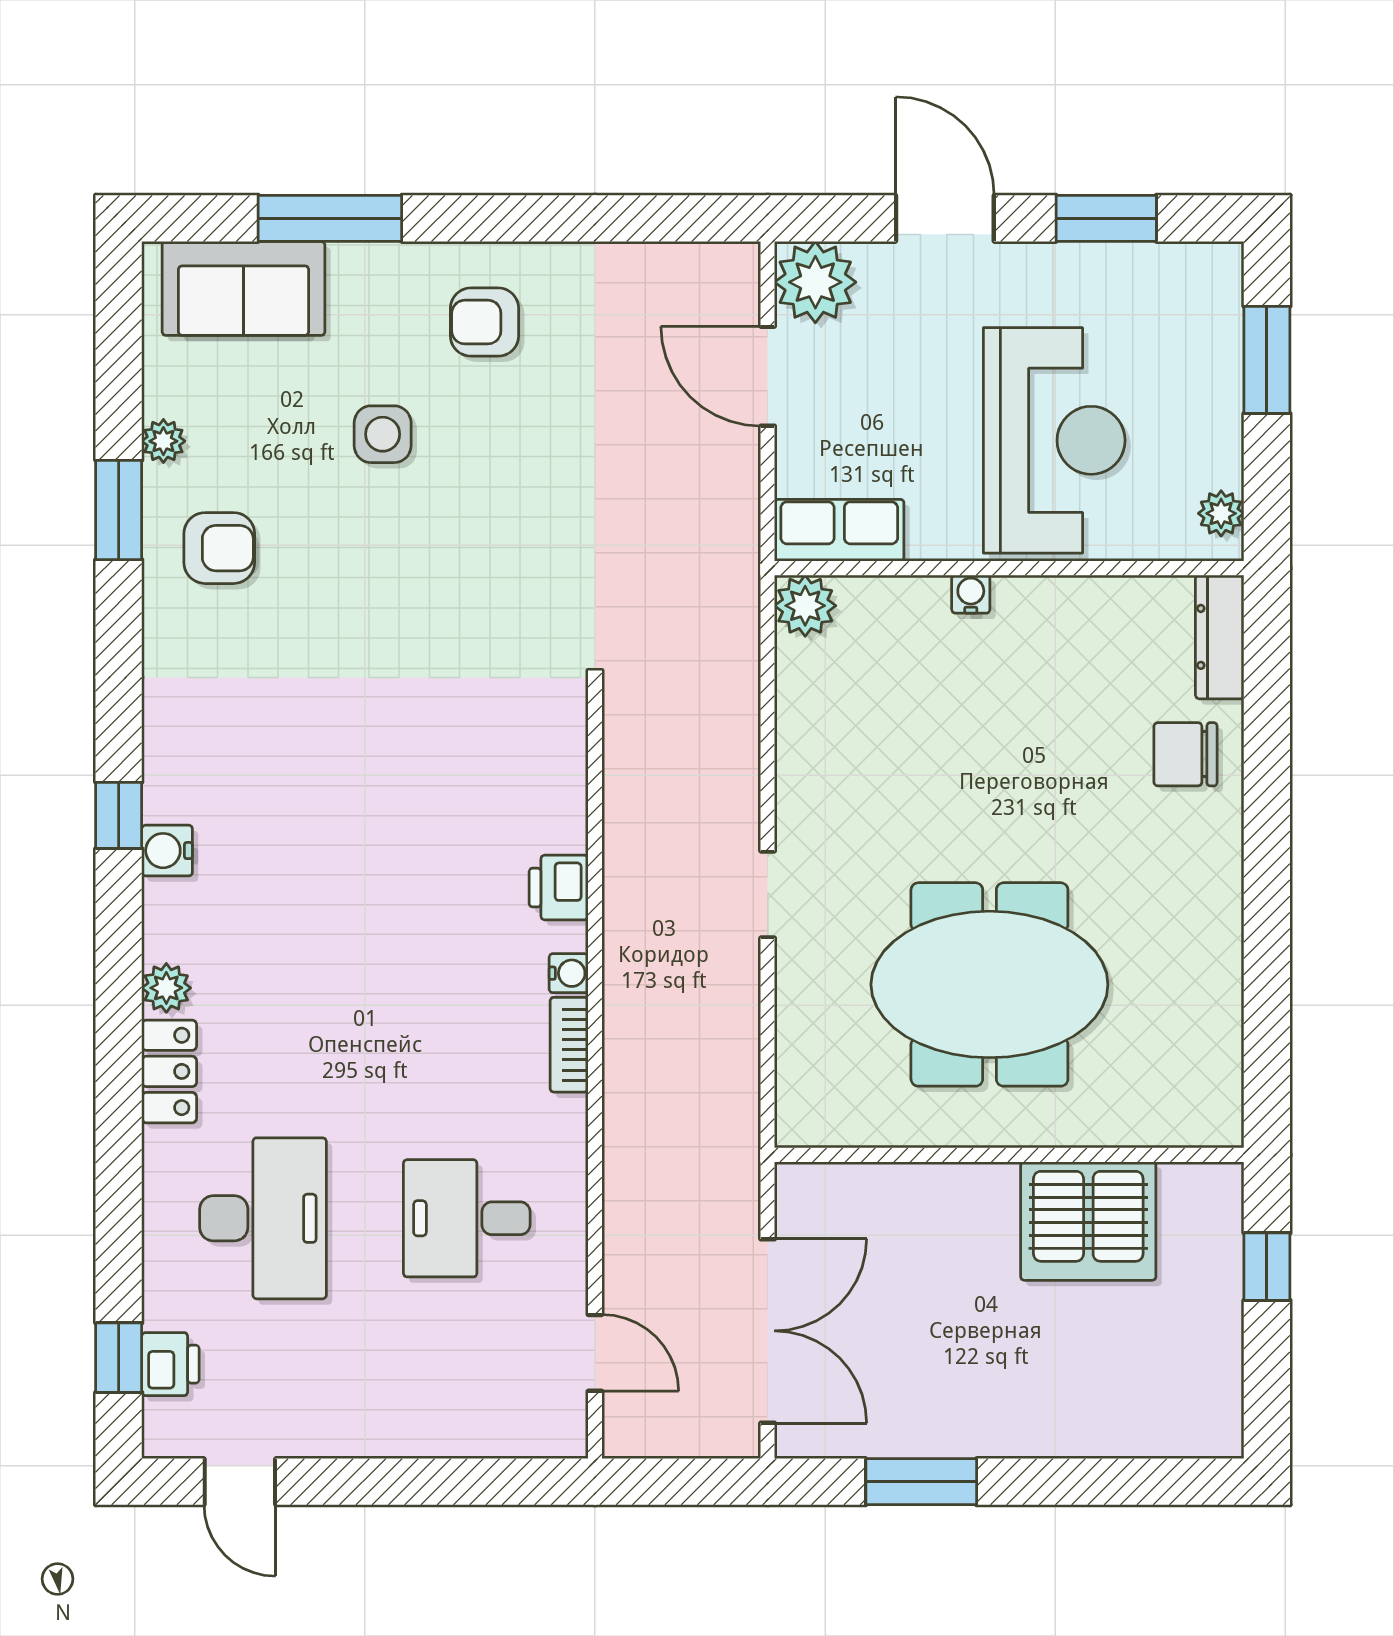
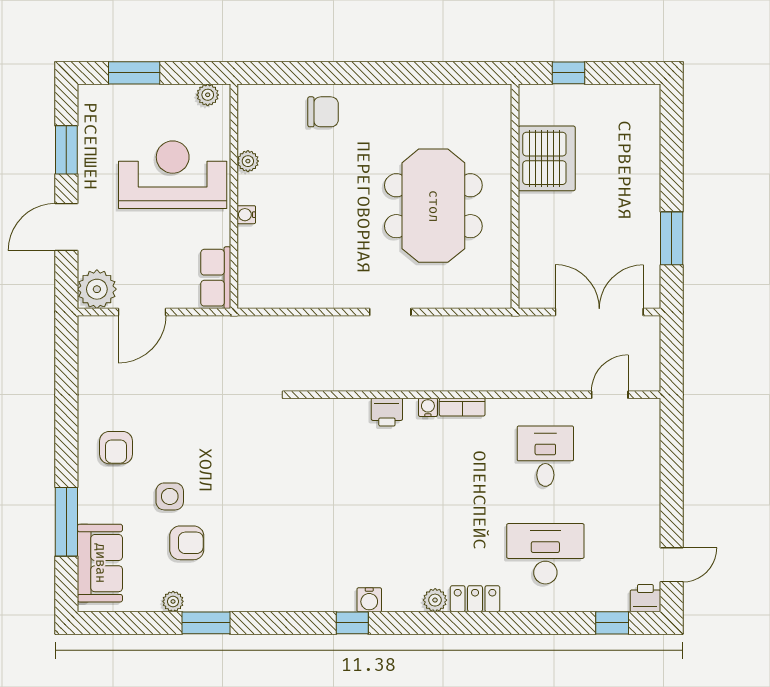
armchair: (219, 548) -> (187, 543), moved, turned 90
plant: (805, 606) -> (248, 161), moved, width x0.73, depth x0.73
dresser: (1220, 637) -> (267, 95), removed
chair: (1185, 754) -> (323, 112), turned -90
desk: (467, 1218) -> (545, 456), turned 180
printer: (170, 1364) -> (645, 598), moved

